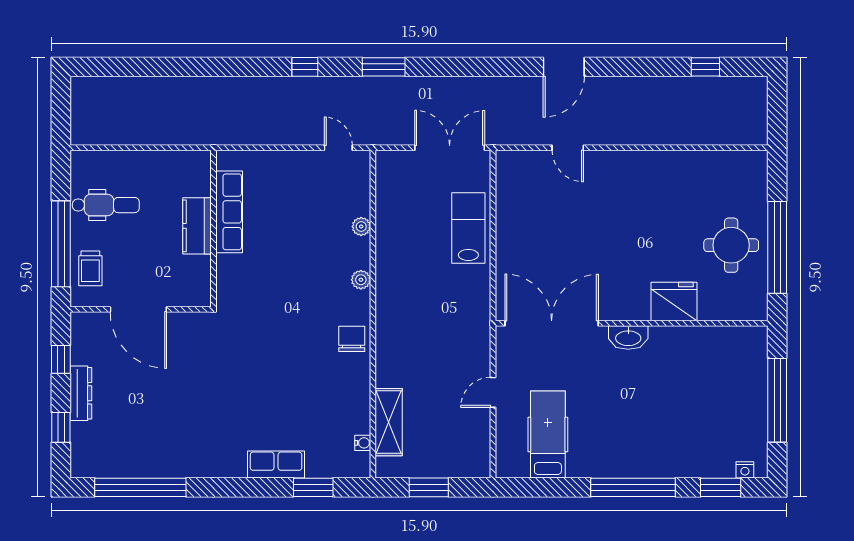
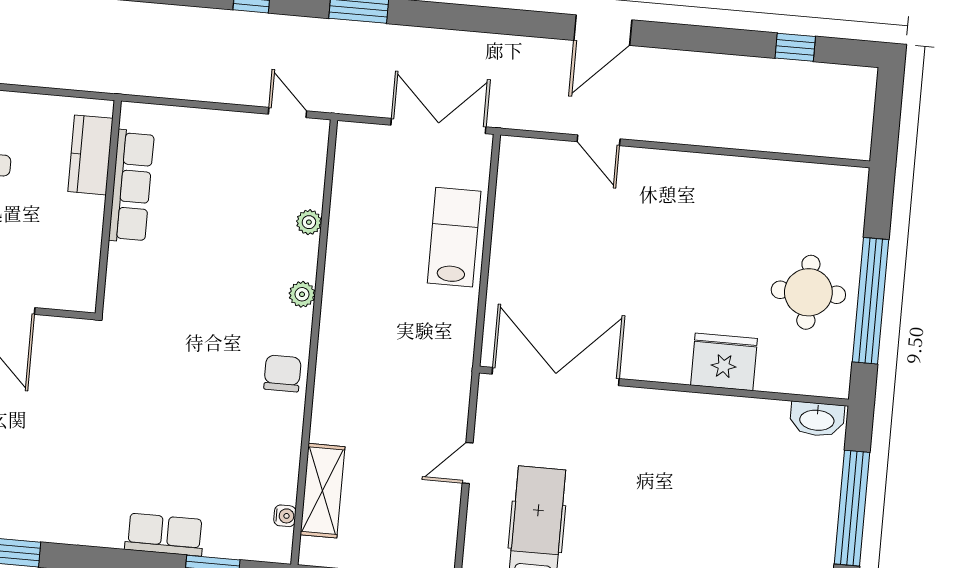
kitchen counter: (197, 226) -> (90, 155), moved
washbasin: (628, 338) -> (817, 419), moved

